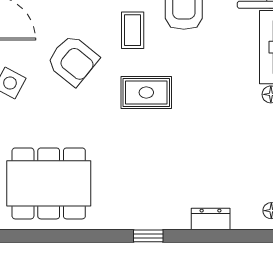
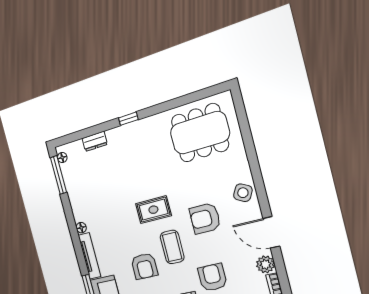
coffee table: (133, 30) -> (172, 247), width x1.36, depth x1.30
armchair: (73, 60) -> (205, 218), turned -39

